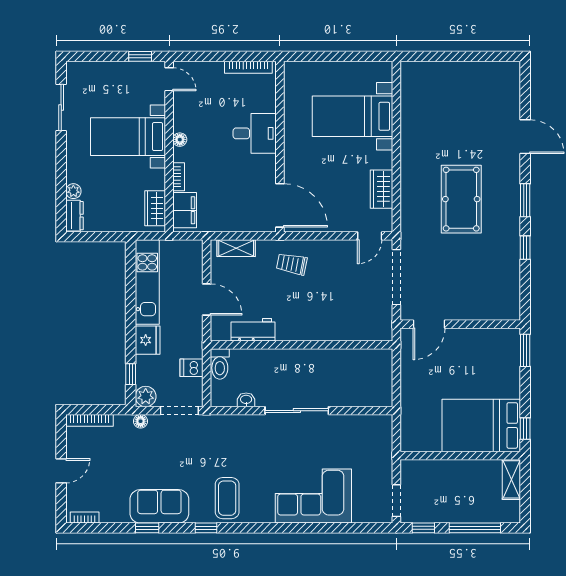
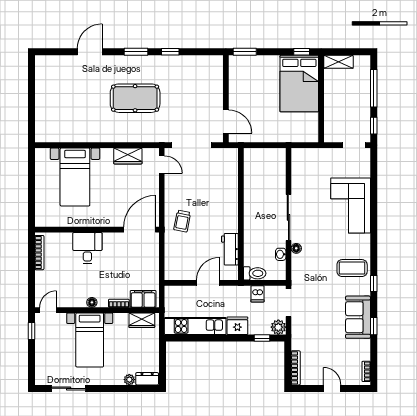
shelving: (236, 248) -> (171, 261), removed
floor lamp: (141, 421) -> (296, 248), moved

